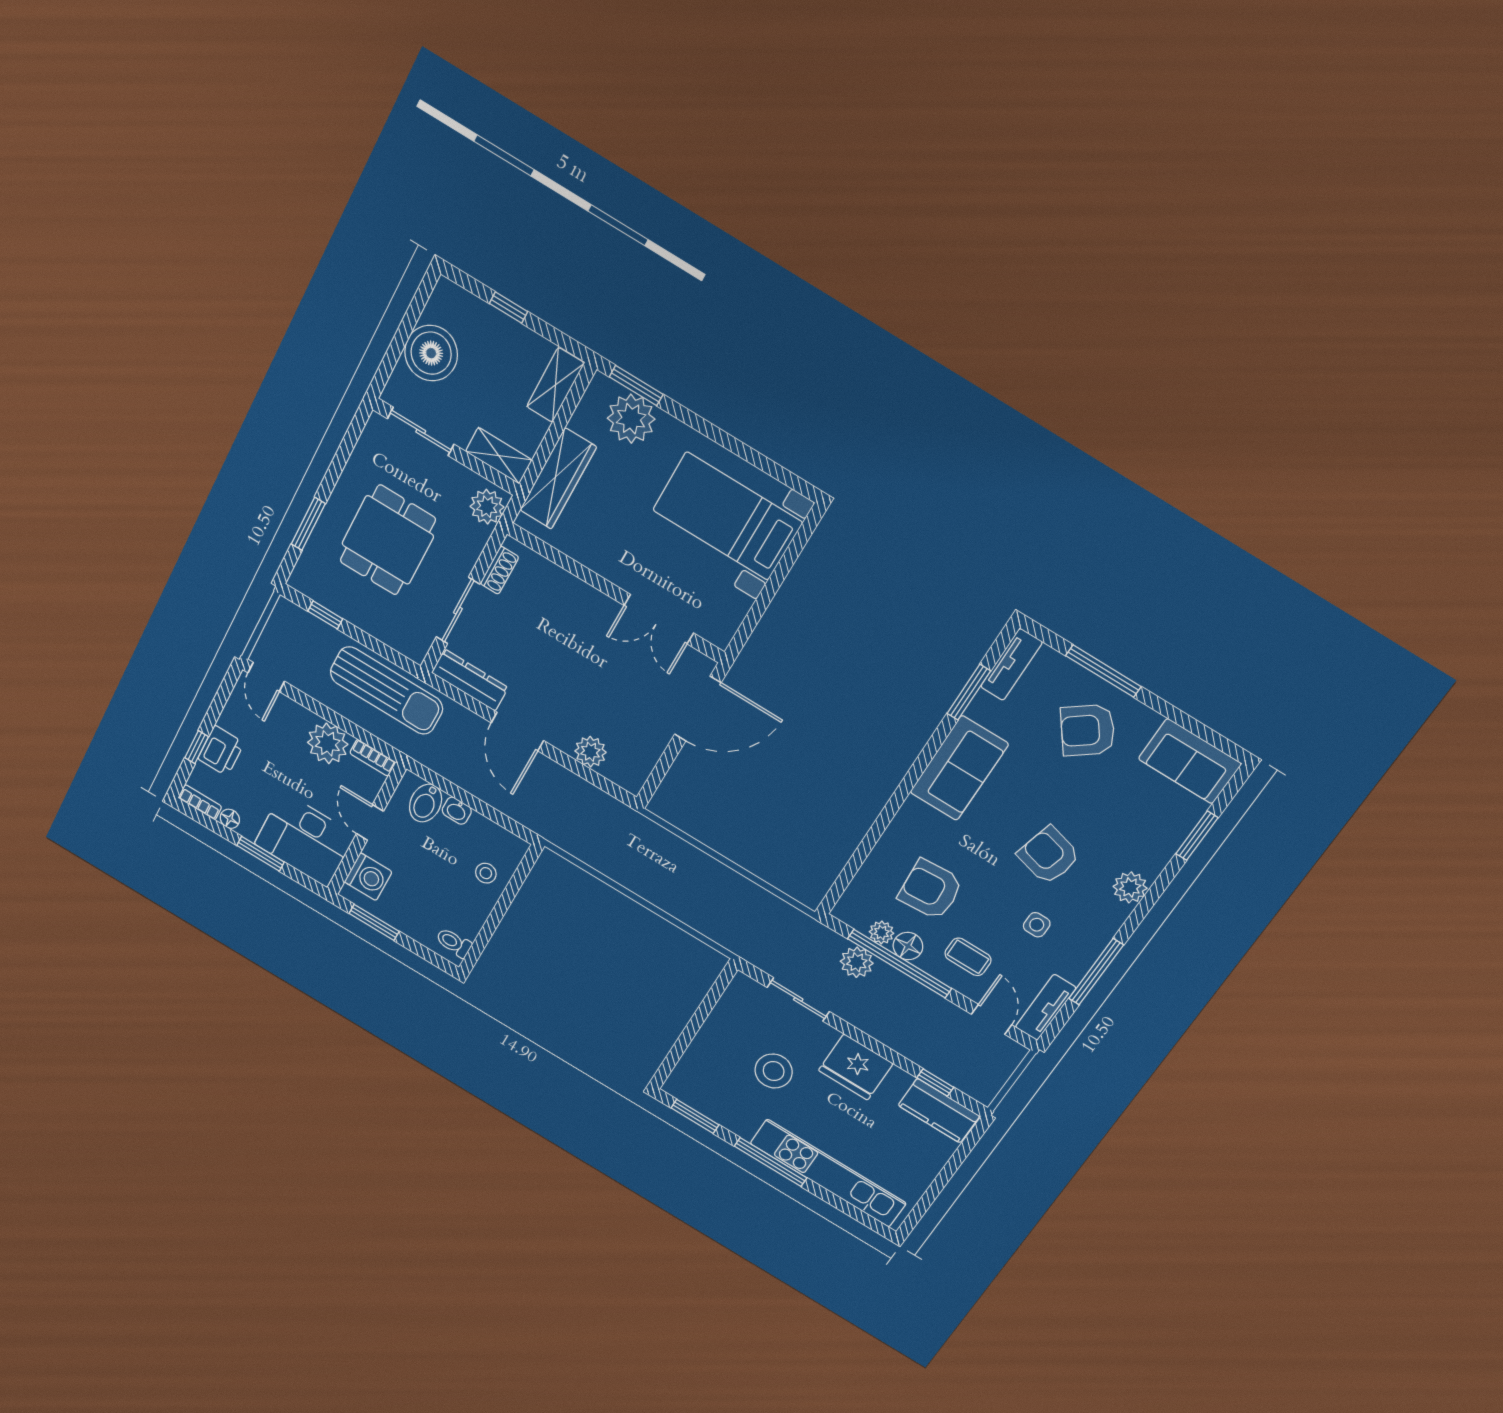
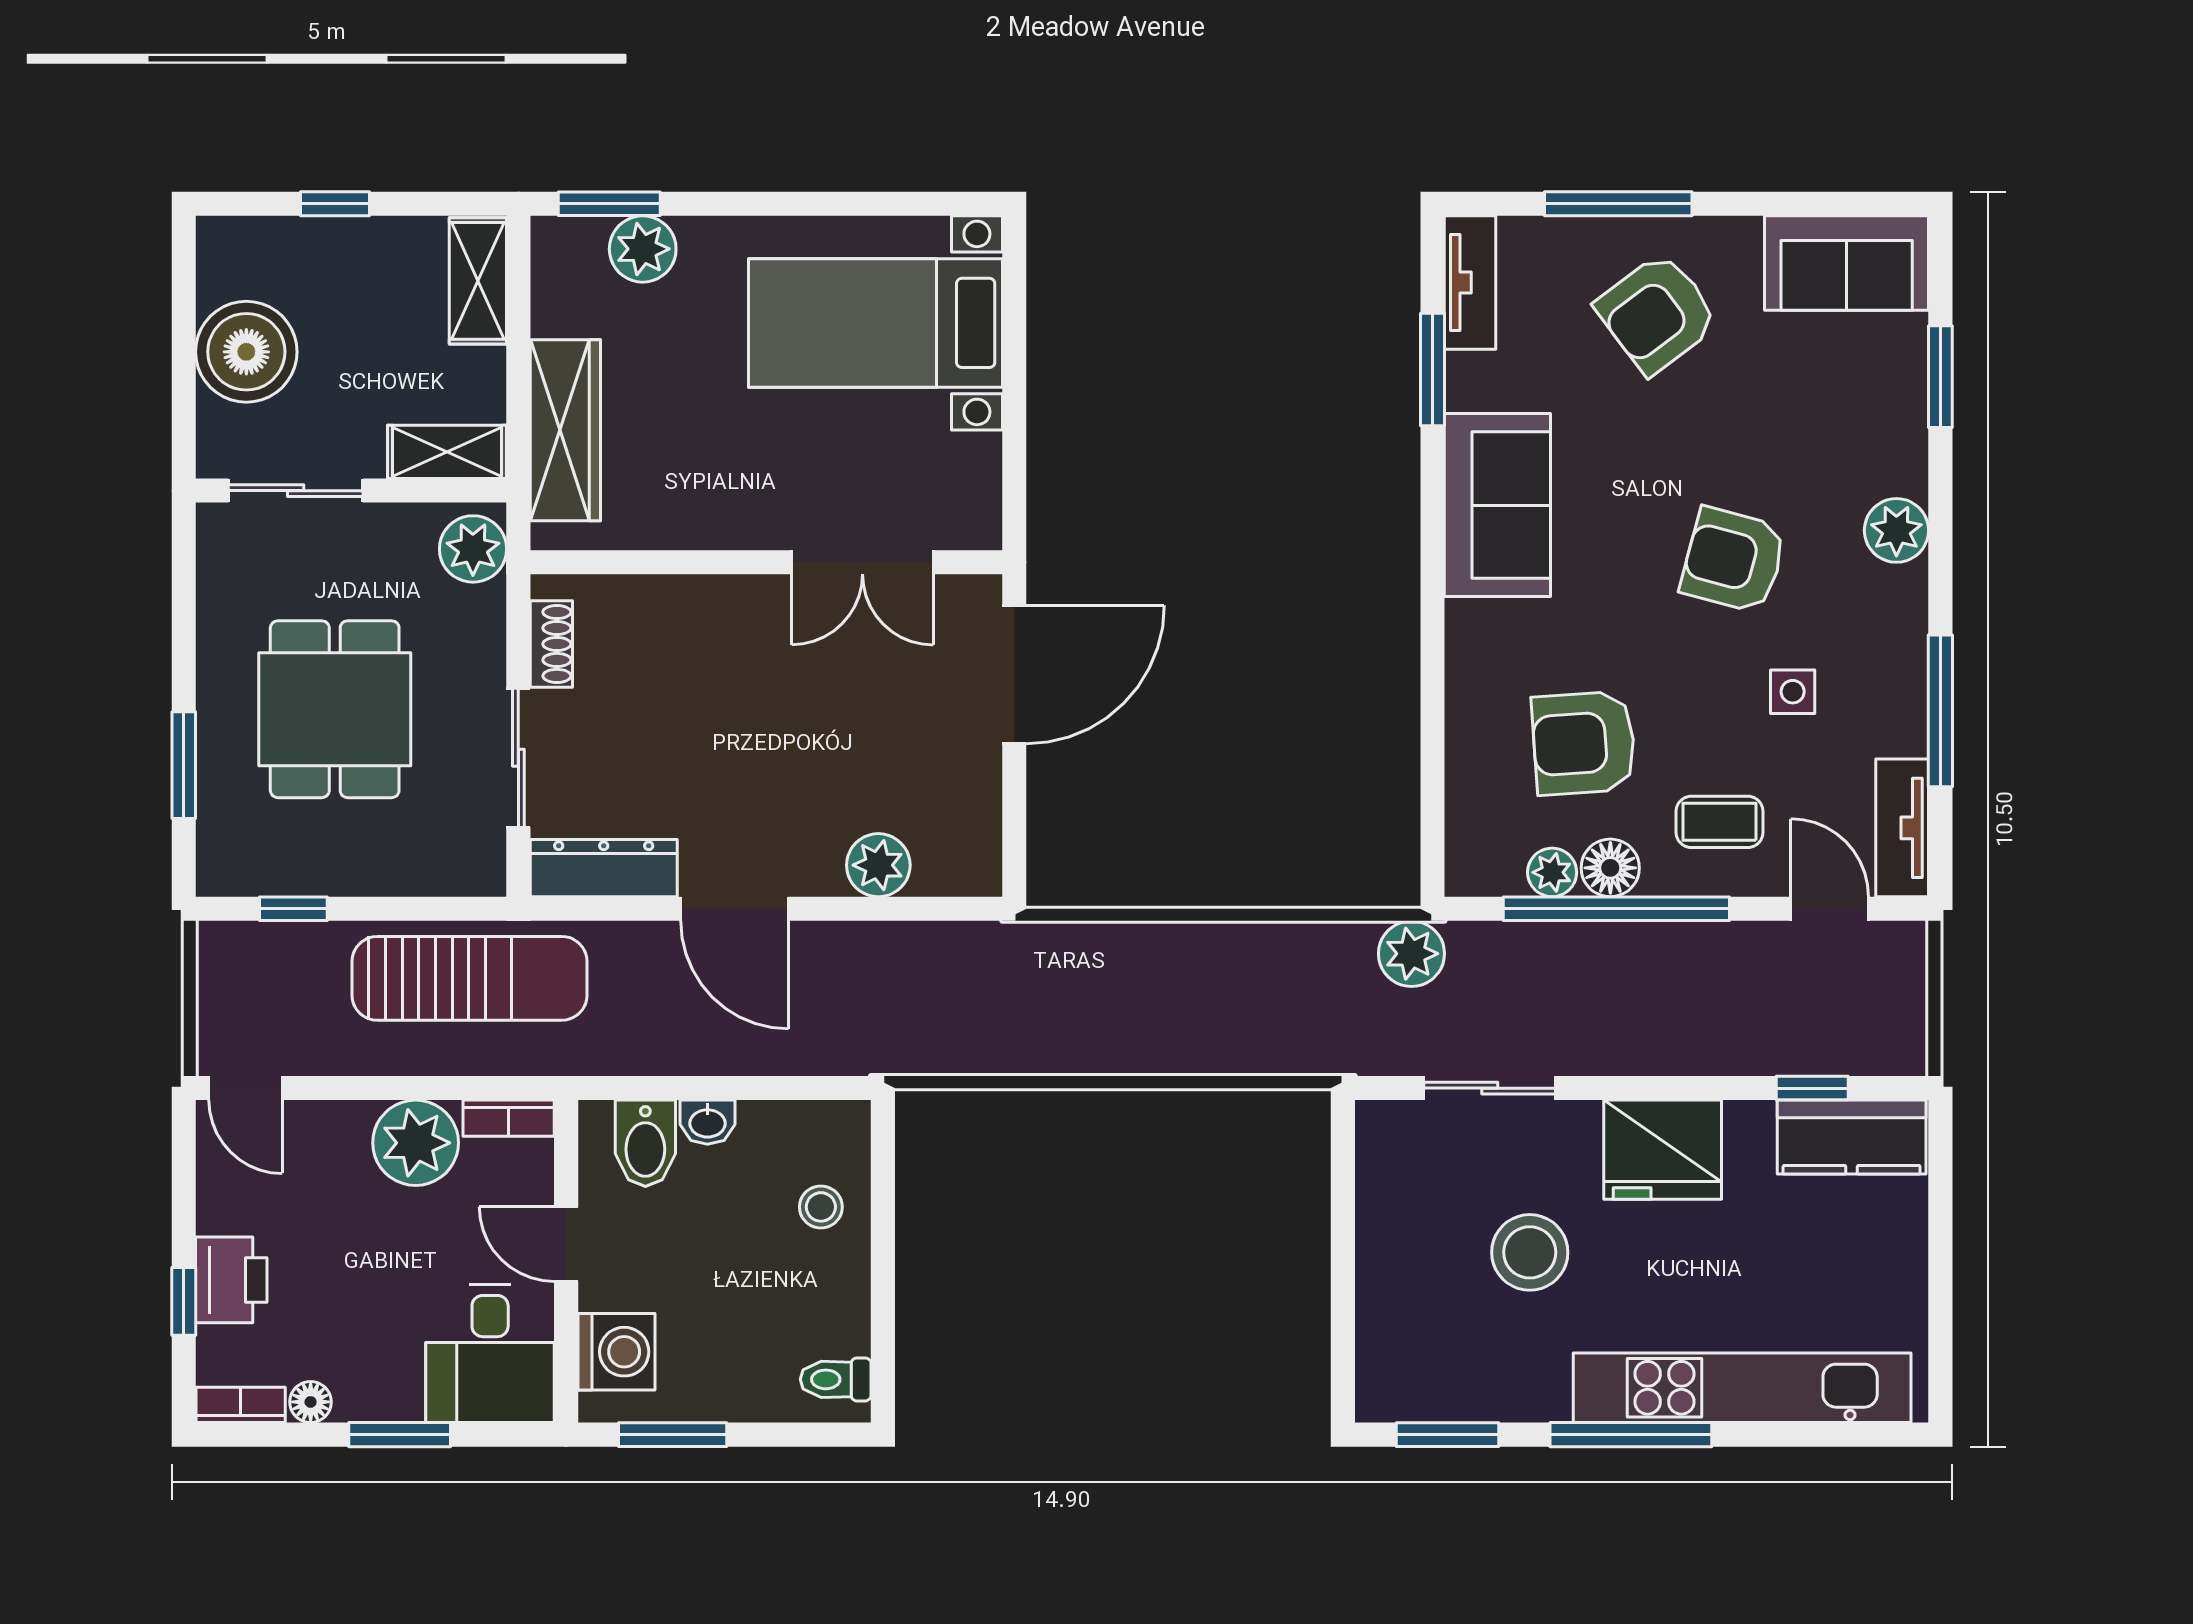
plant: (631, 419) -> (643, 249), width x0.73, depth x0.73
desk: (305, 839) -> (490, 1353), width x0.73
plant: (857, 962) -> (1411, 954), moved

